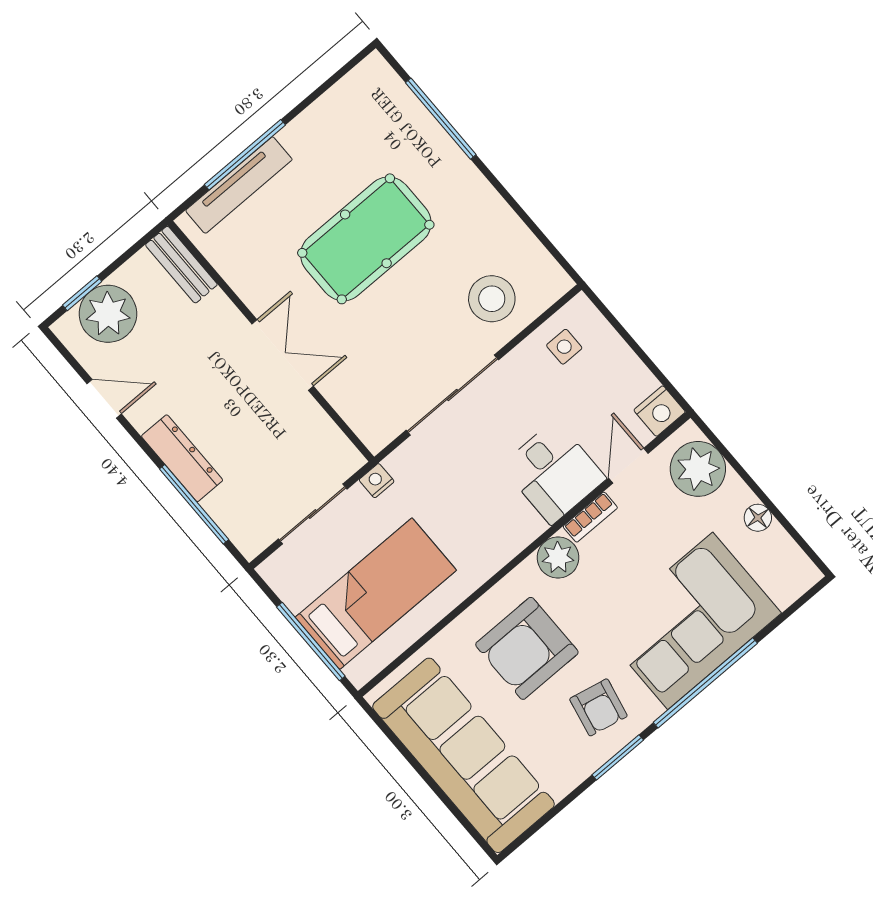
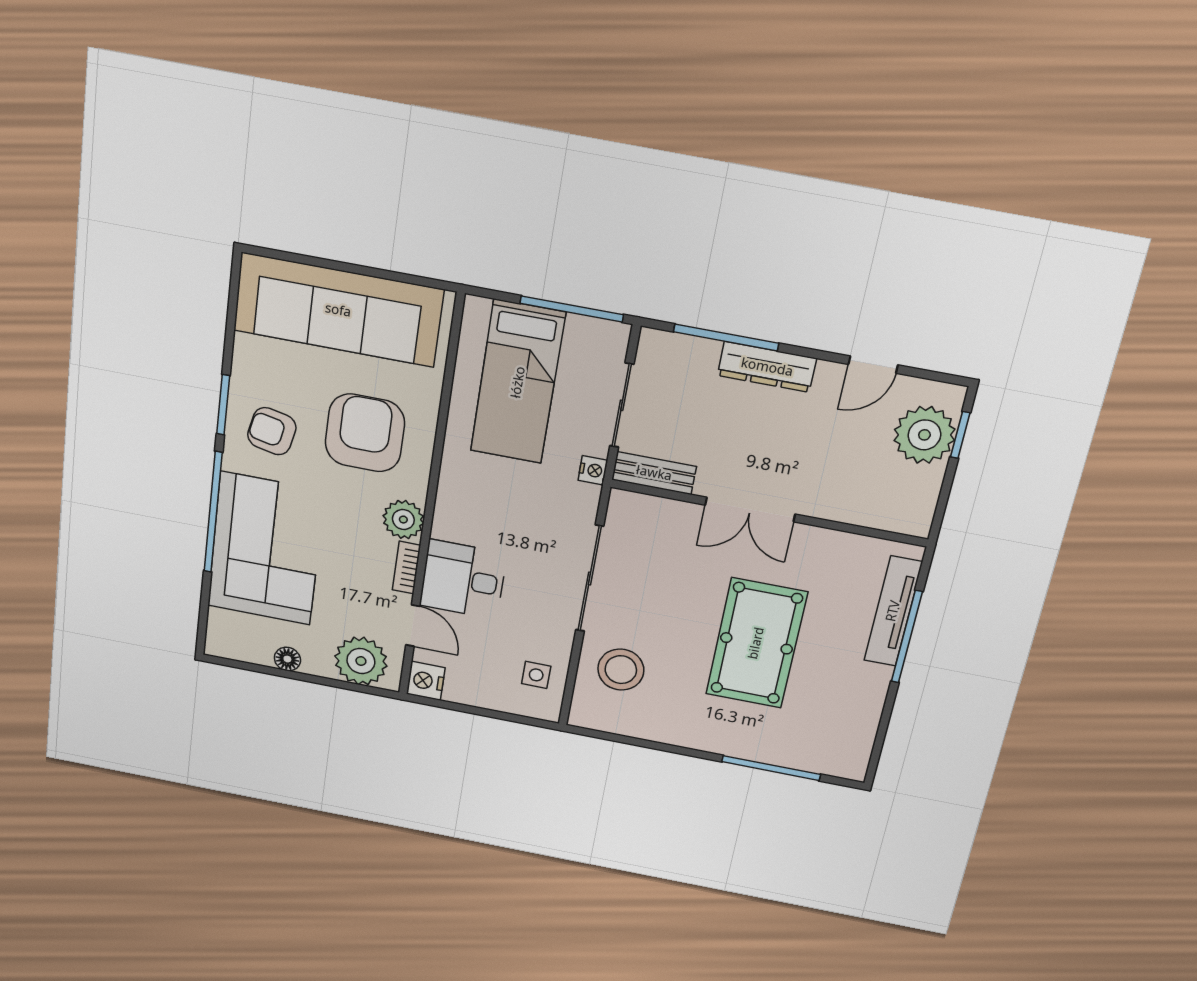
bench: (181, 265) -> (654, 473), moved
window: (311, 641) -> (572, 309), moved

